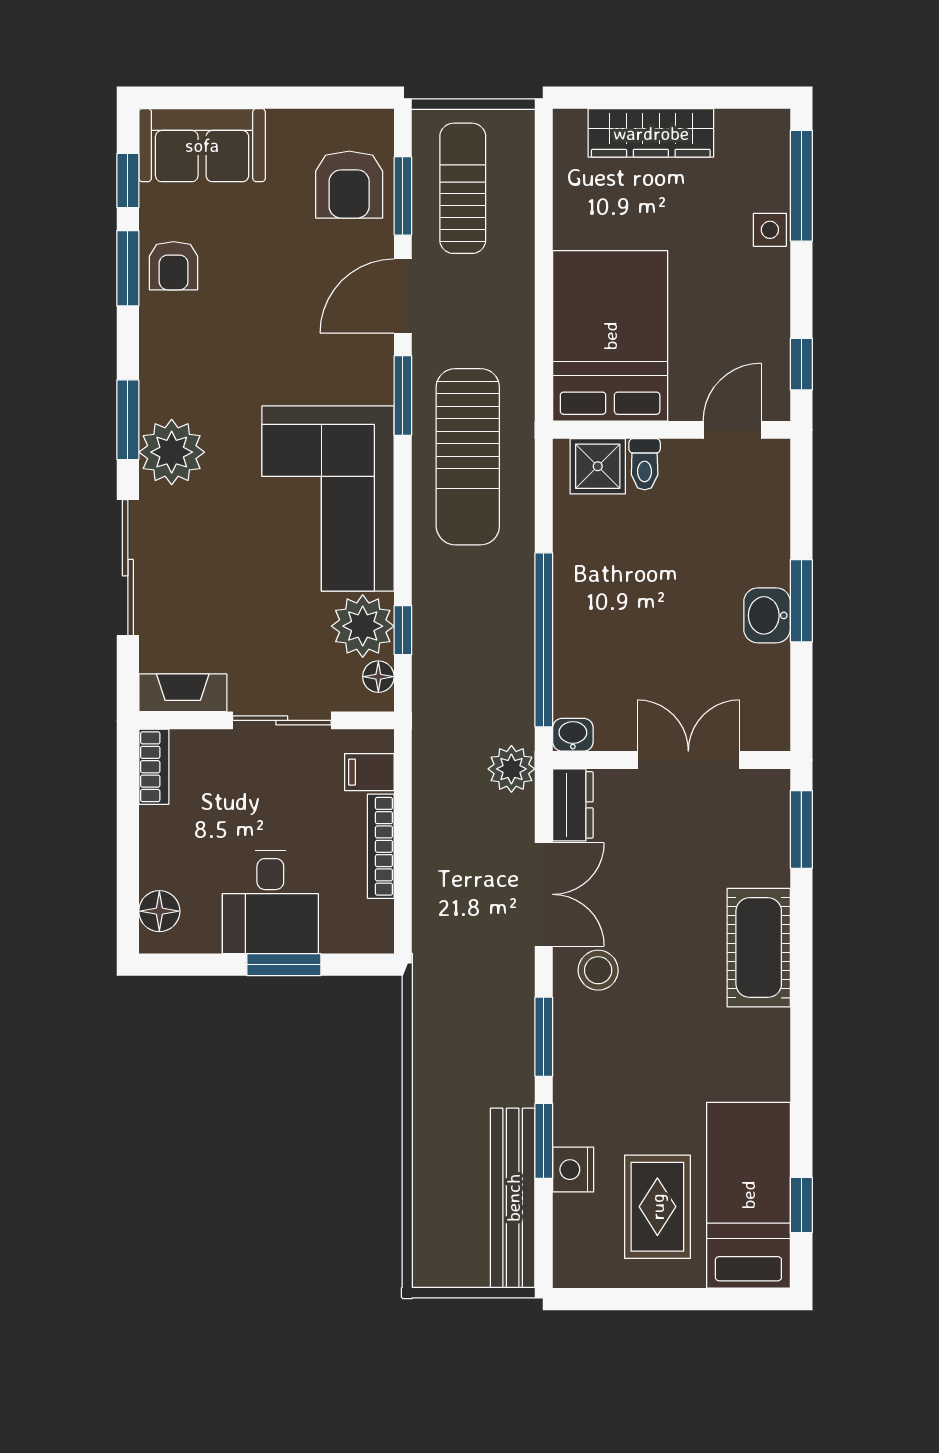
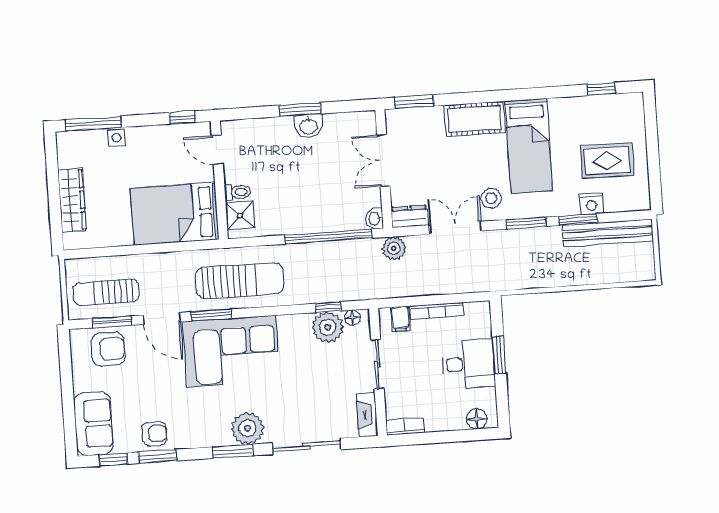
corner sofa: (328, 499) -> (231, 351), moved
bed: (748, 1195) -> (529, 146), moved, turned -90

